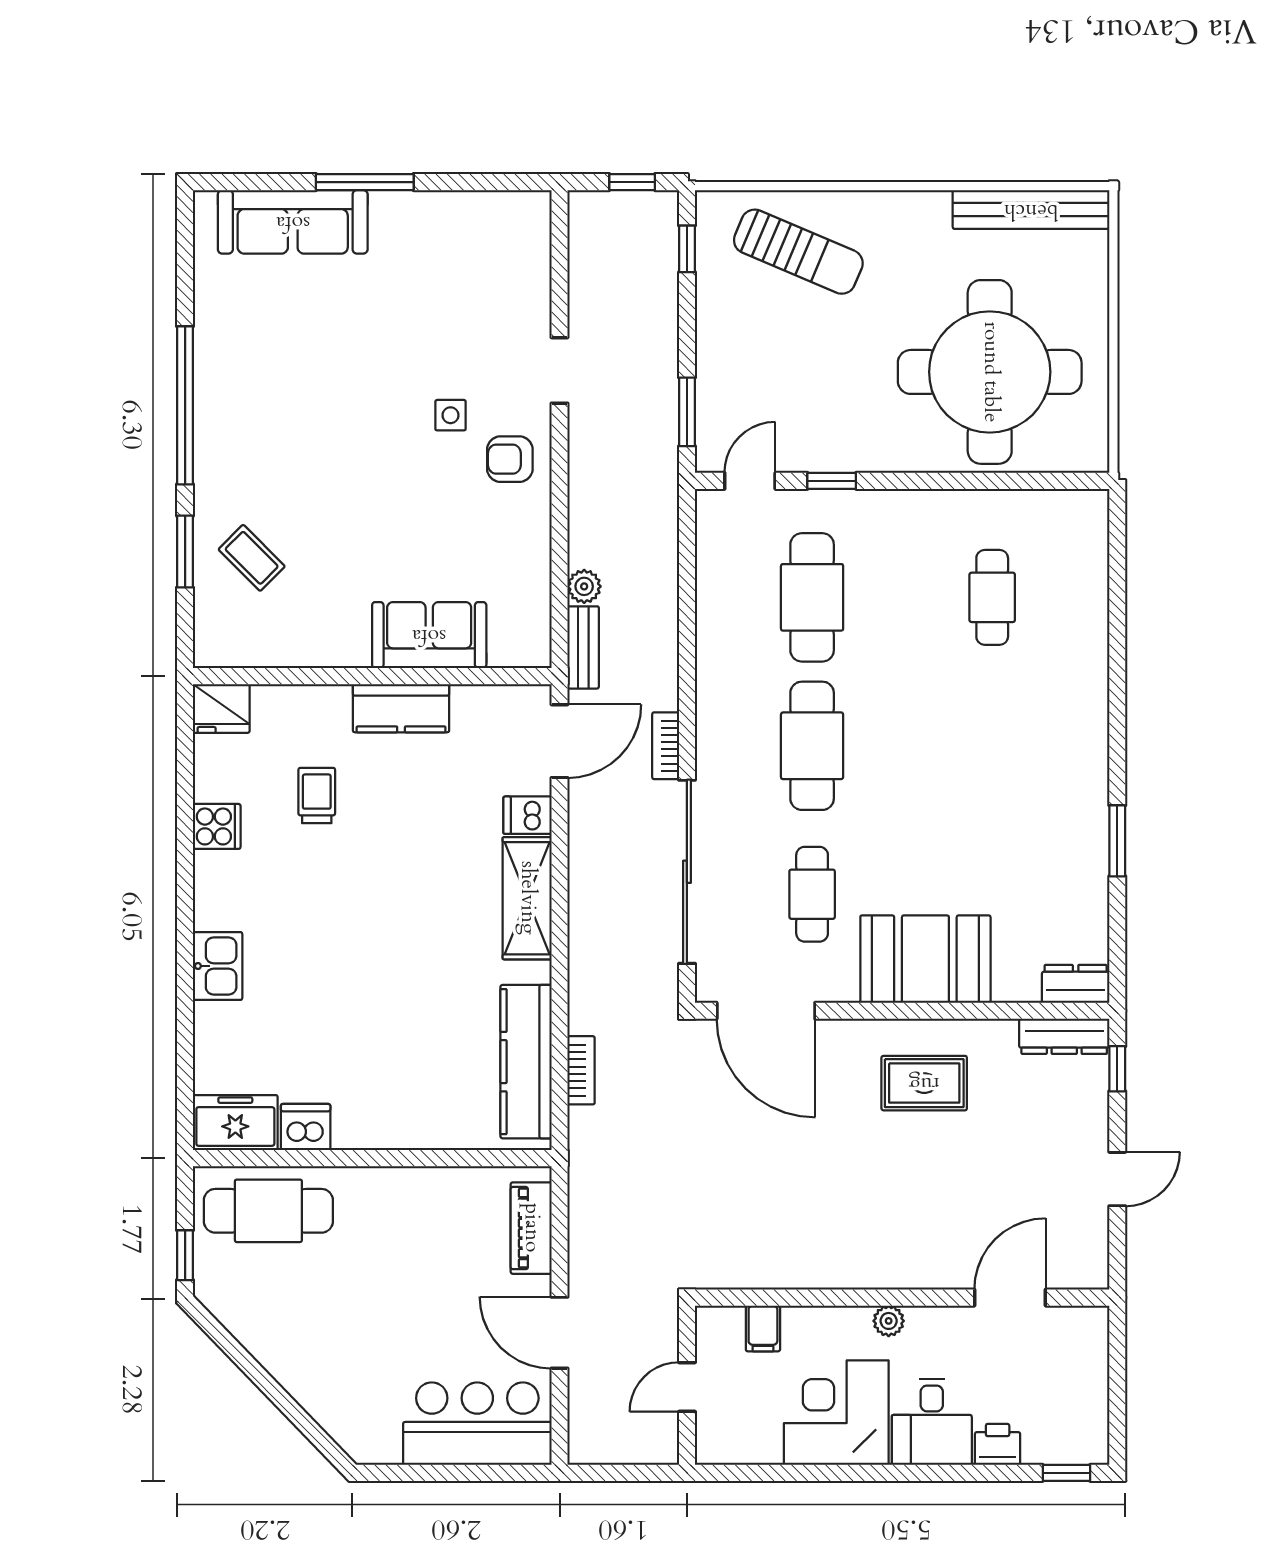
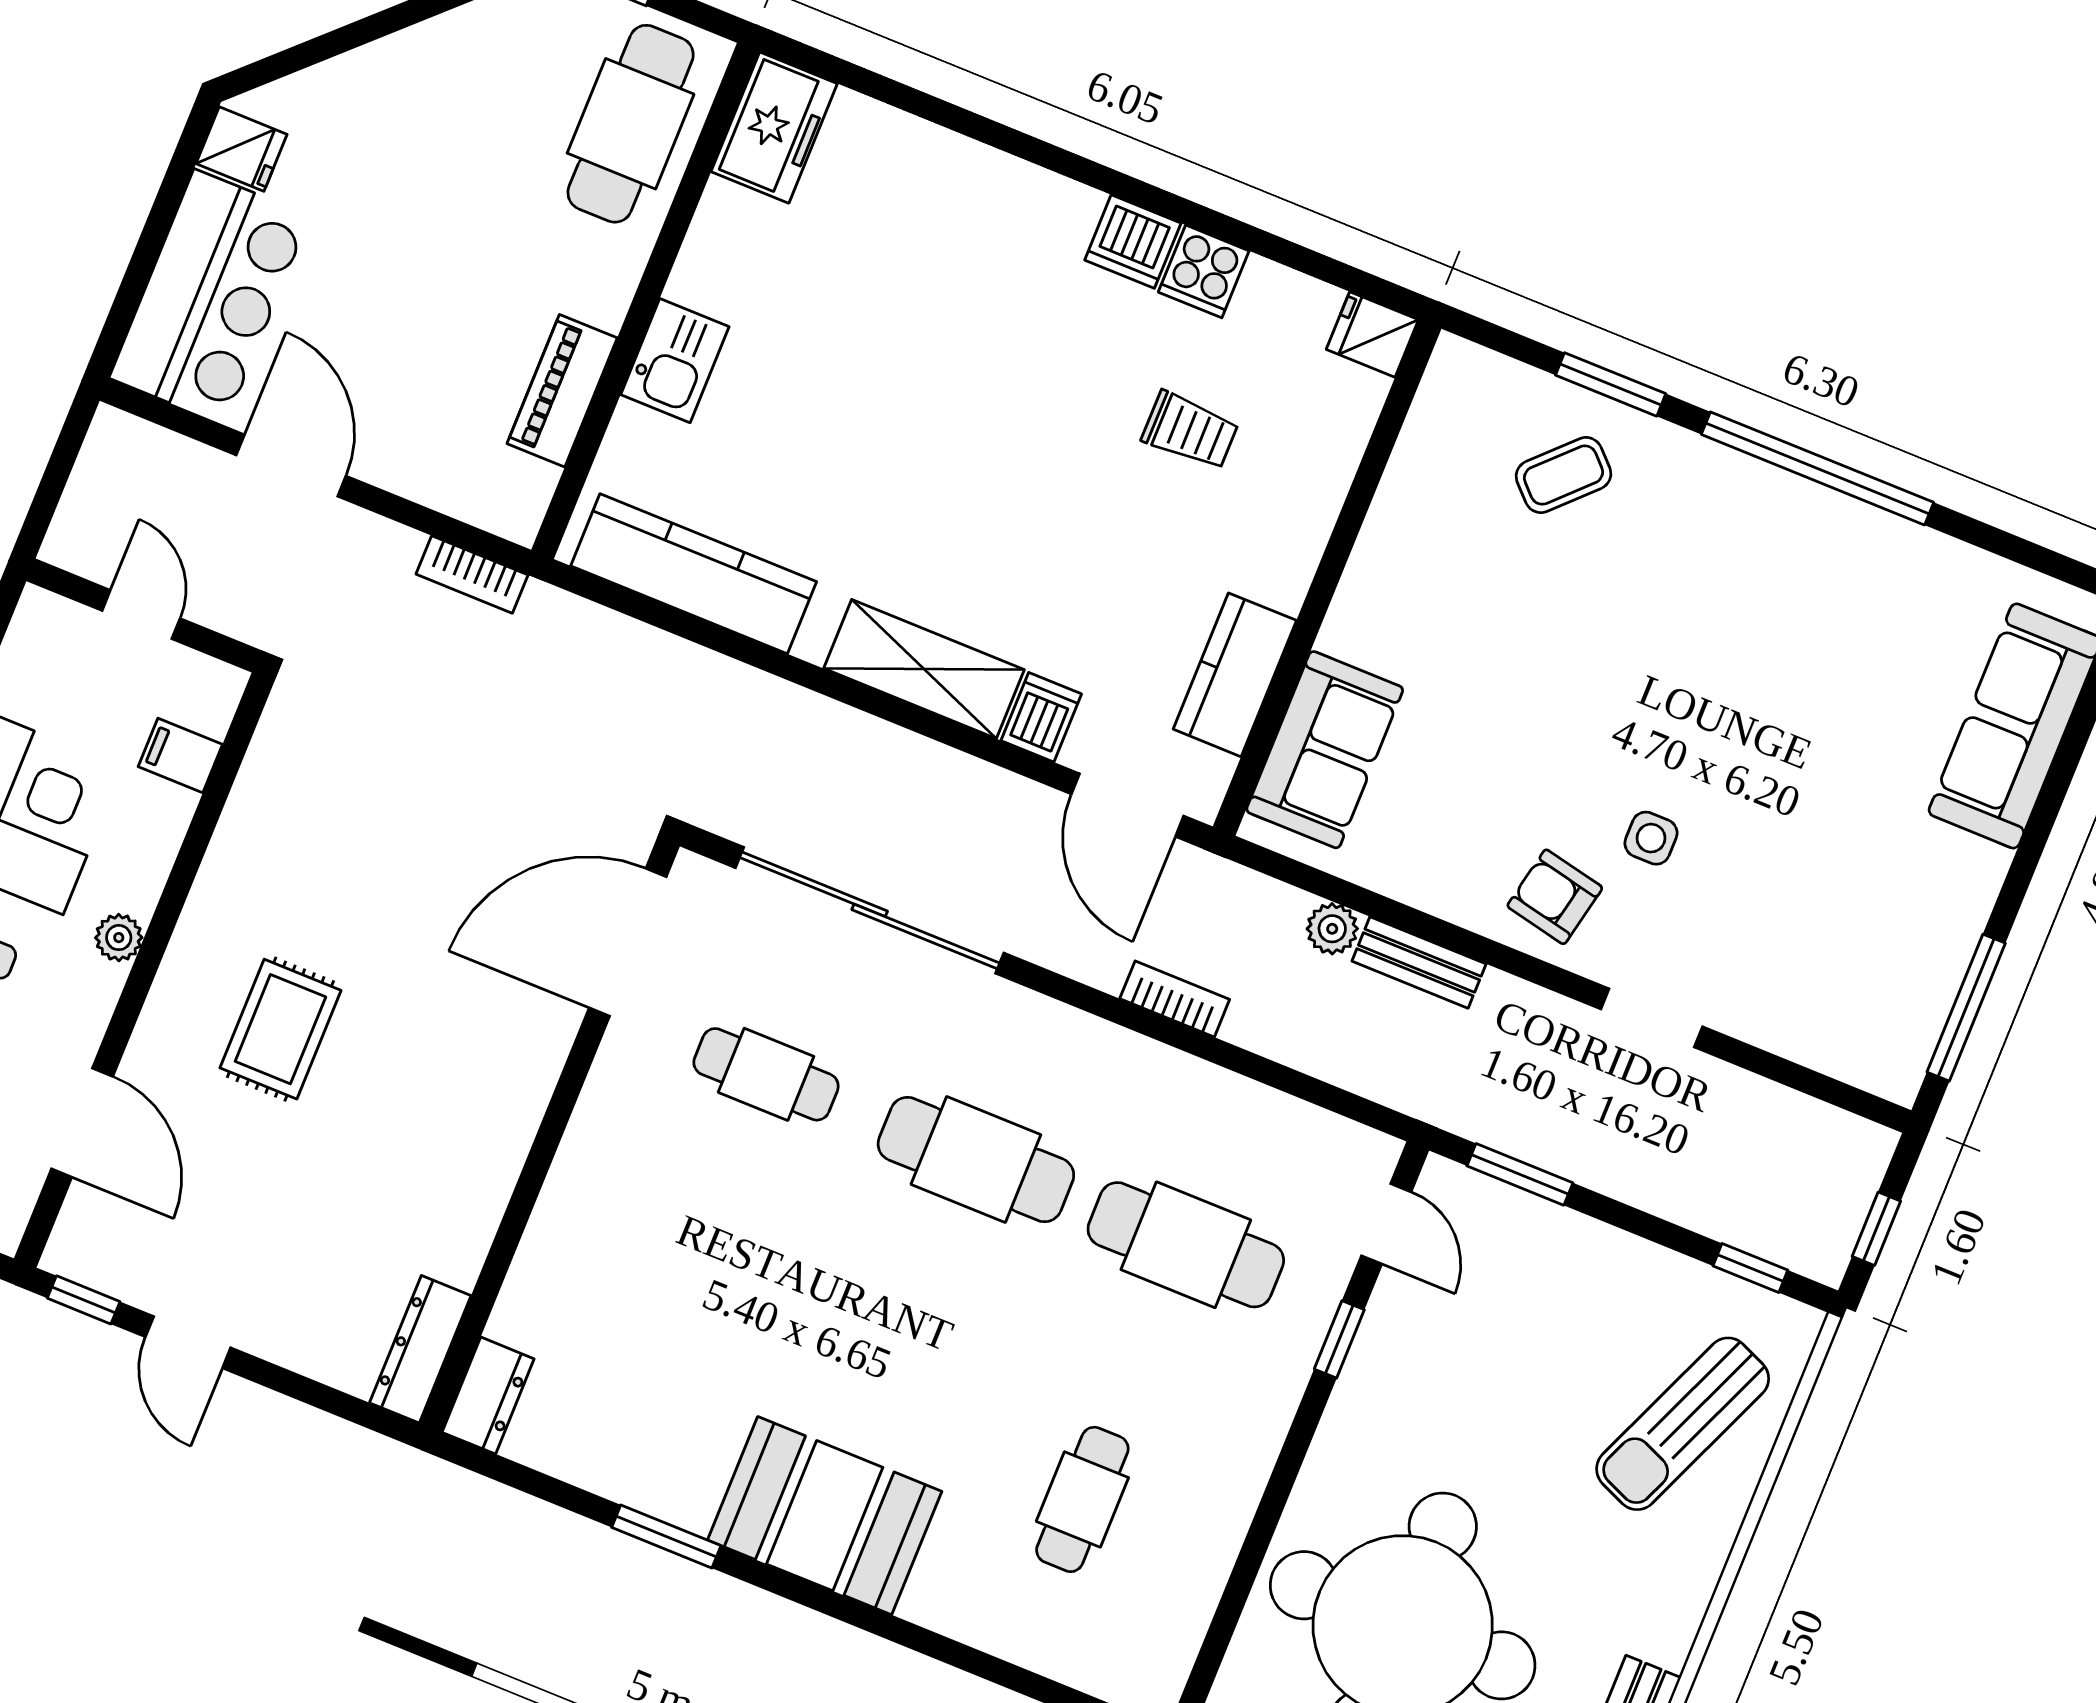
window: (365, 182) -> (1966, 1008), moved
armchair: (510, 459) -> (1555, 897), turned -78
cafe table: (992, 597) -> (1082, 1499), turned 90
sofa: (429, 635) -> (1325, 750), moved
bench: (583, 647) -> (1419, 962), moved
fridge: (221, 708) -> (1372, 335), width x0.72
kitchen counter: (401, 708) -> (1235, 675), moved
bookcase: (666, 746) -> (1175, 999), moved
booth: (925, 959) -> (825, 1516), moved, turned 90
kitchen sink: (218, 966) -> (675, 361), moved, turned -90
window: (1117, 1069) -> (84, 1300), moved
bookcase: (581, 1070) -> (472, 574), moved
rug: (924, 1083) -> (280, 1029), moved
dishwasher: (306, 1127) -> (1133, 242), moved, turned 90
piano: (531, 1228) -> (562, 391), moved, turned -90
door: (560, 1333) -> (291, 465), hinge flipped
fridge: (380, 1441) -> (241, 149), added

